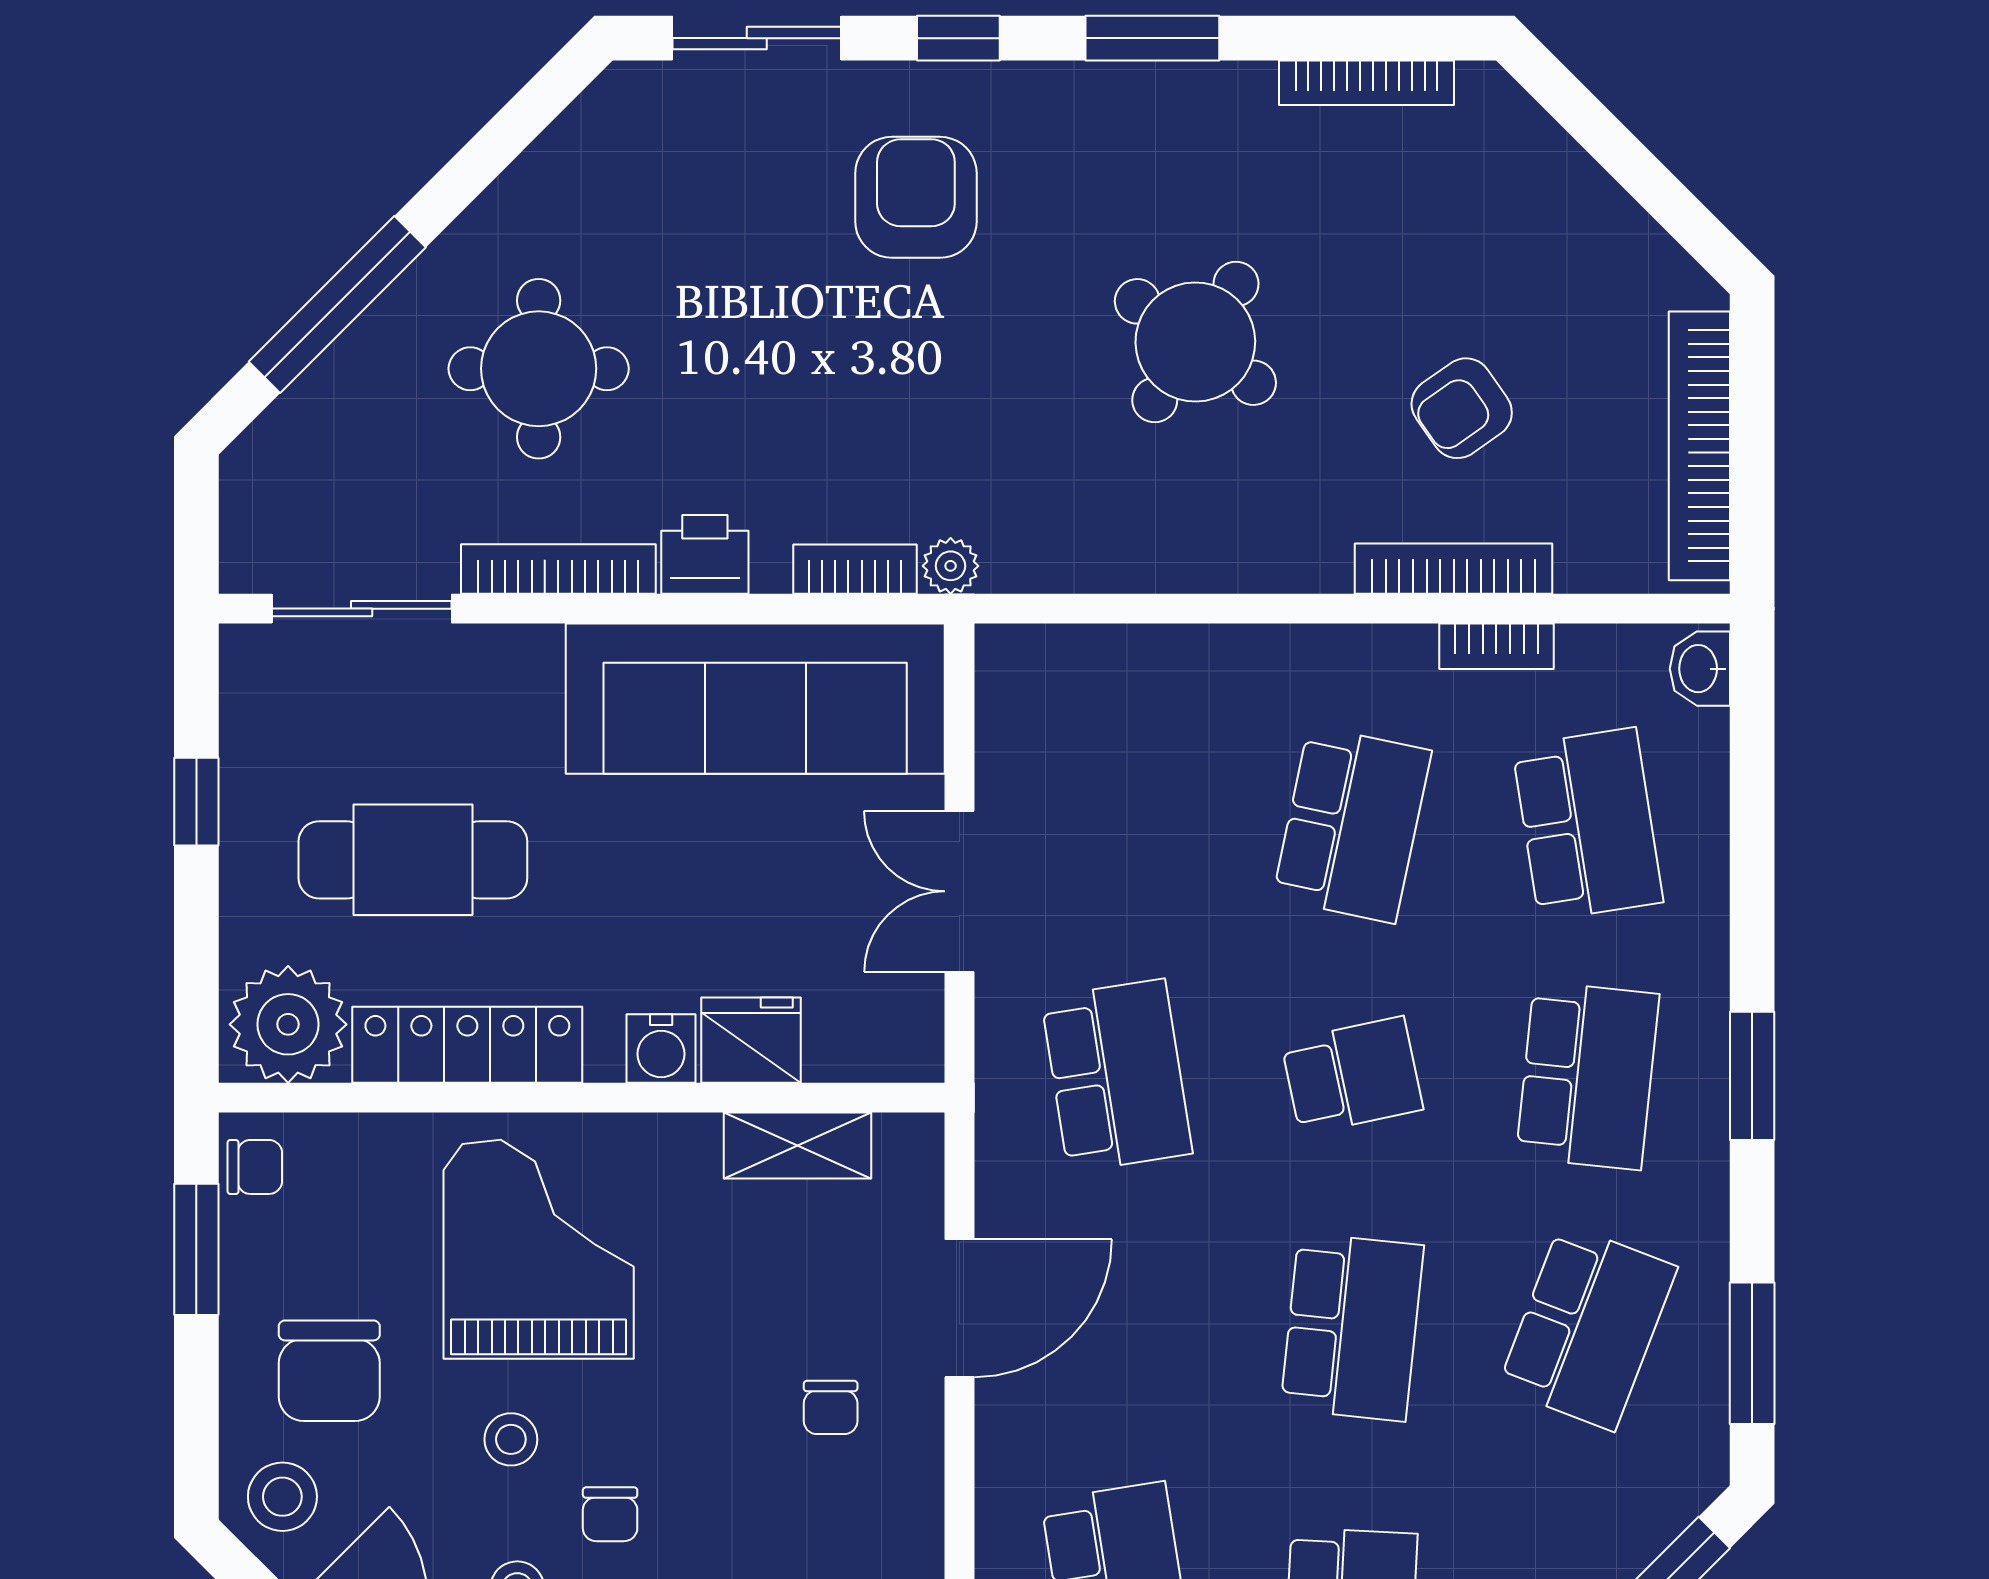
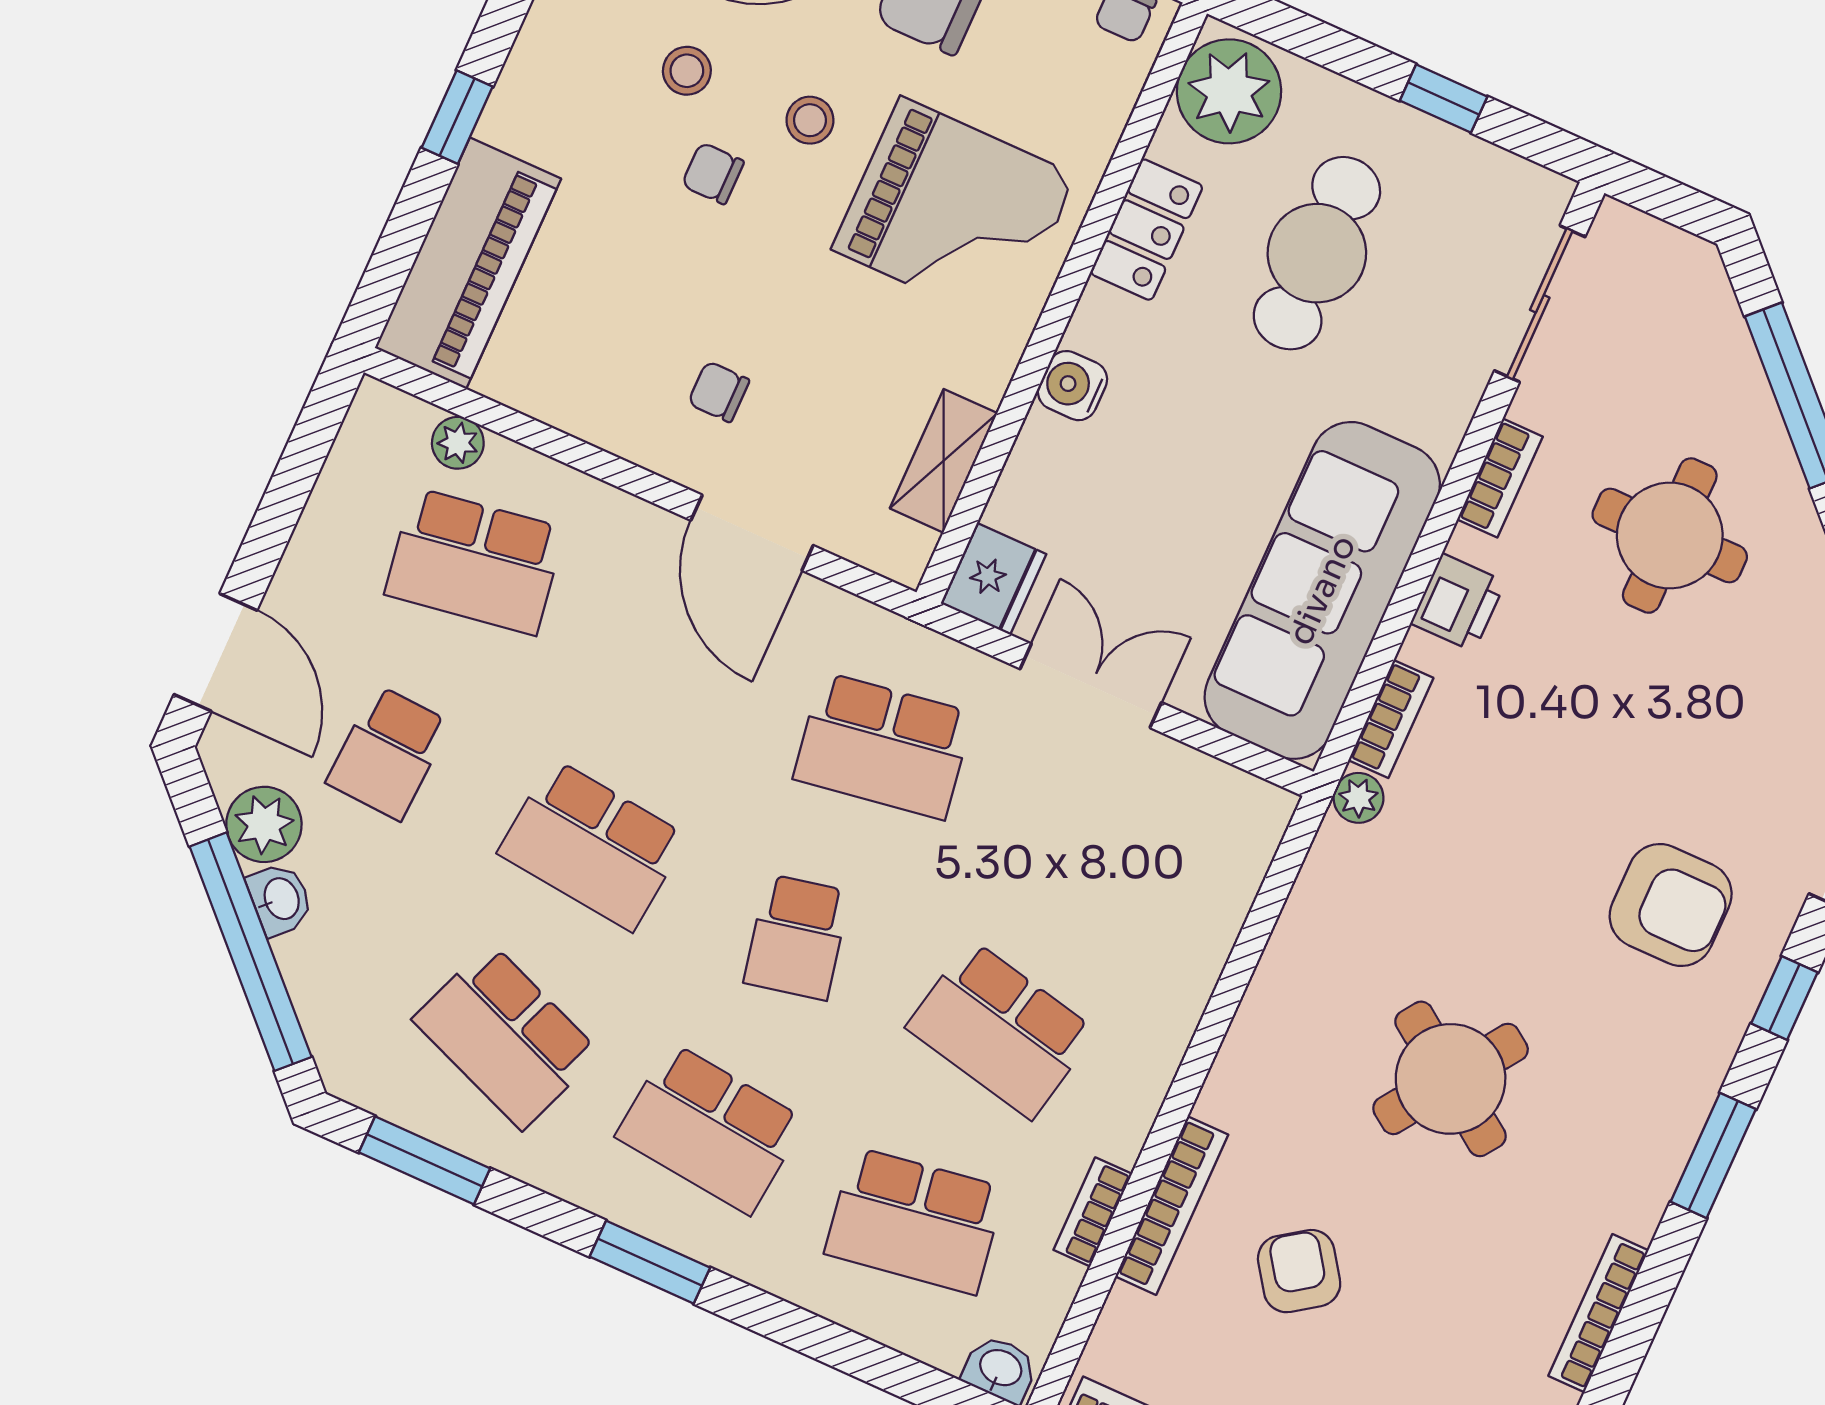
bookcase: (558, 569) -> (1500, 478), width x0.64
fridge: (751, 1040) -> (994, 579), moved
locker: (467, 1045) -> (1147, 230), width x0.66

